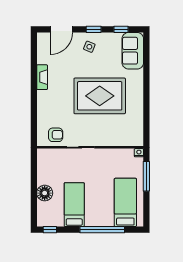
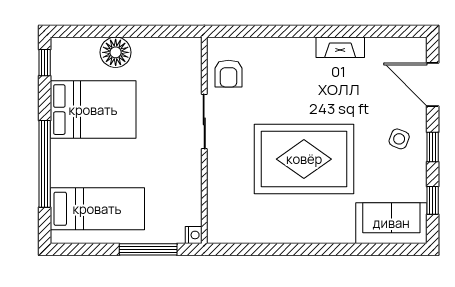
rug: (100, 96) -> (304, 159), turned 90
bed: (74, 205) -> (93, 110), width x1.50

